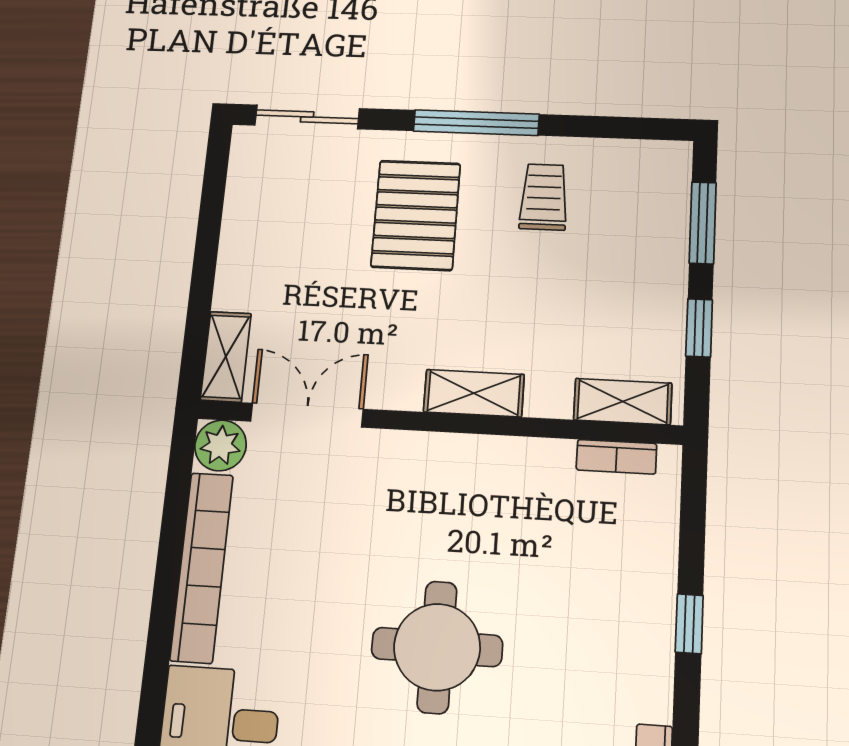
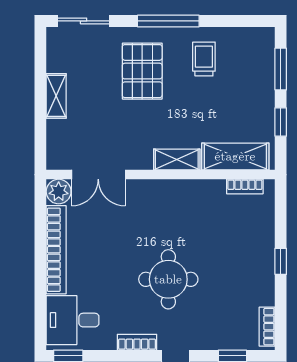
shelving: (226, 357) -> (56, 96), moved
shelving: (623, 402) -> (235, 156), width x1.50, depth x1.33
double door: (307, 415) -> (98, 175), swing flipped

